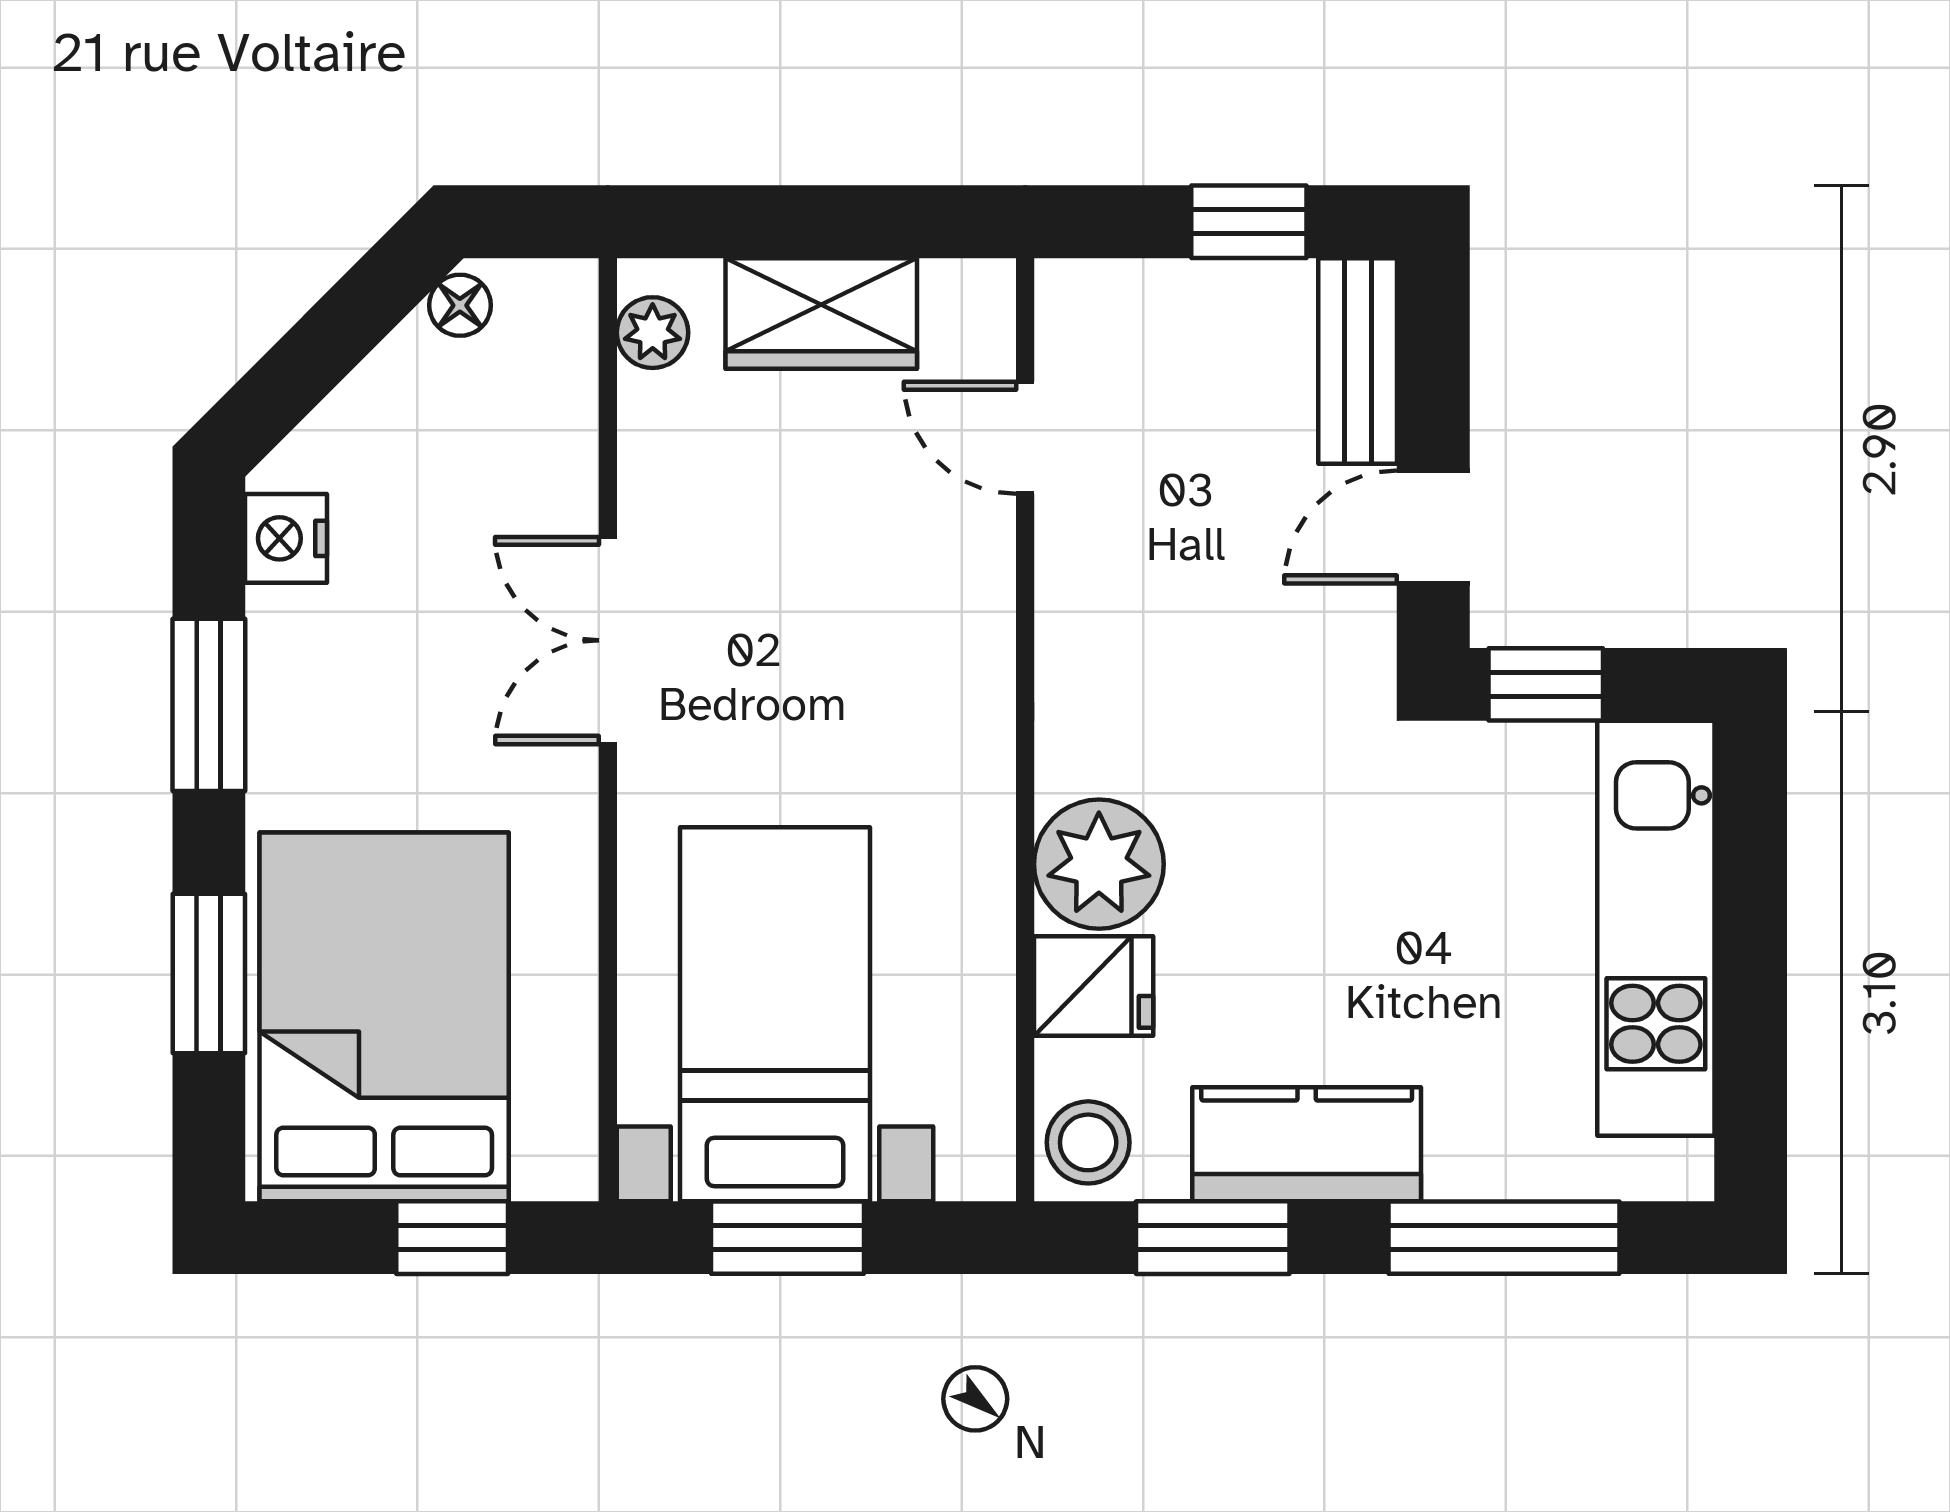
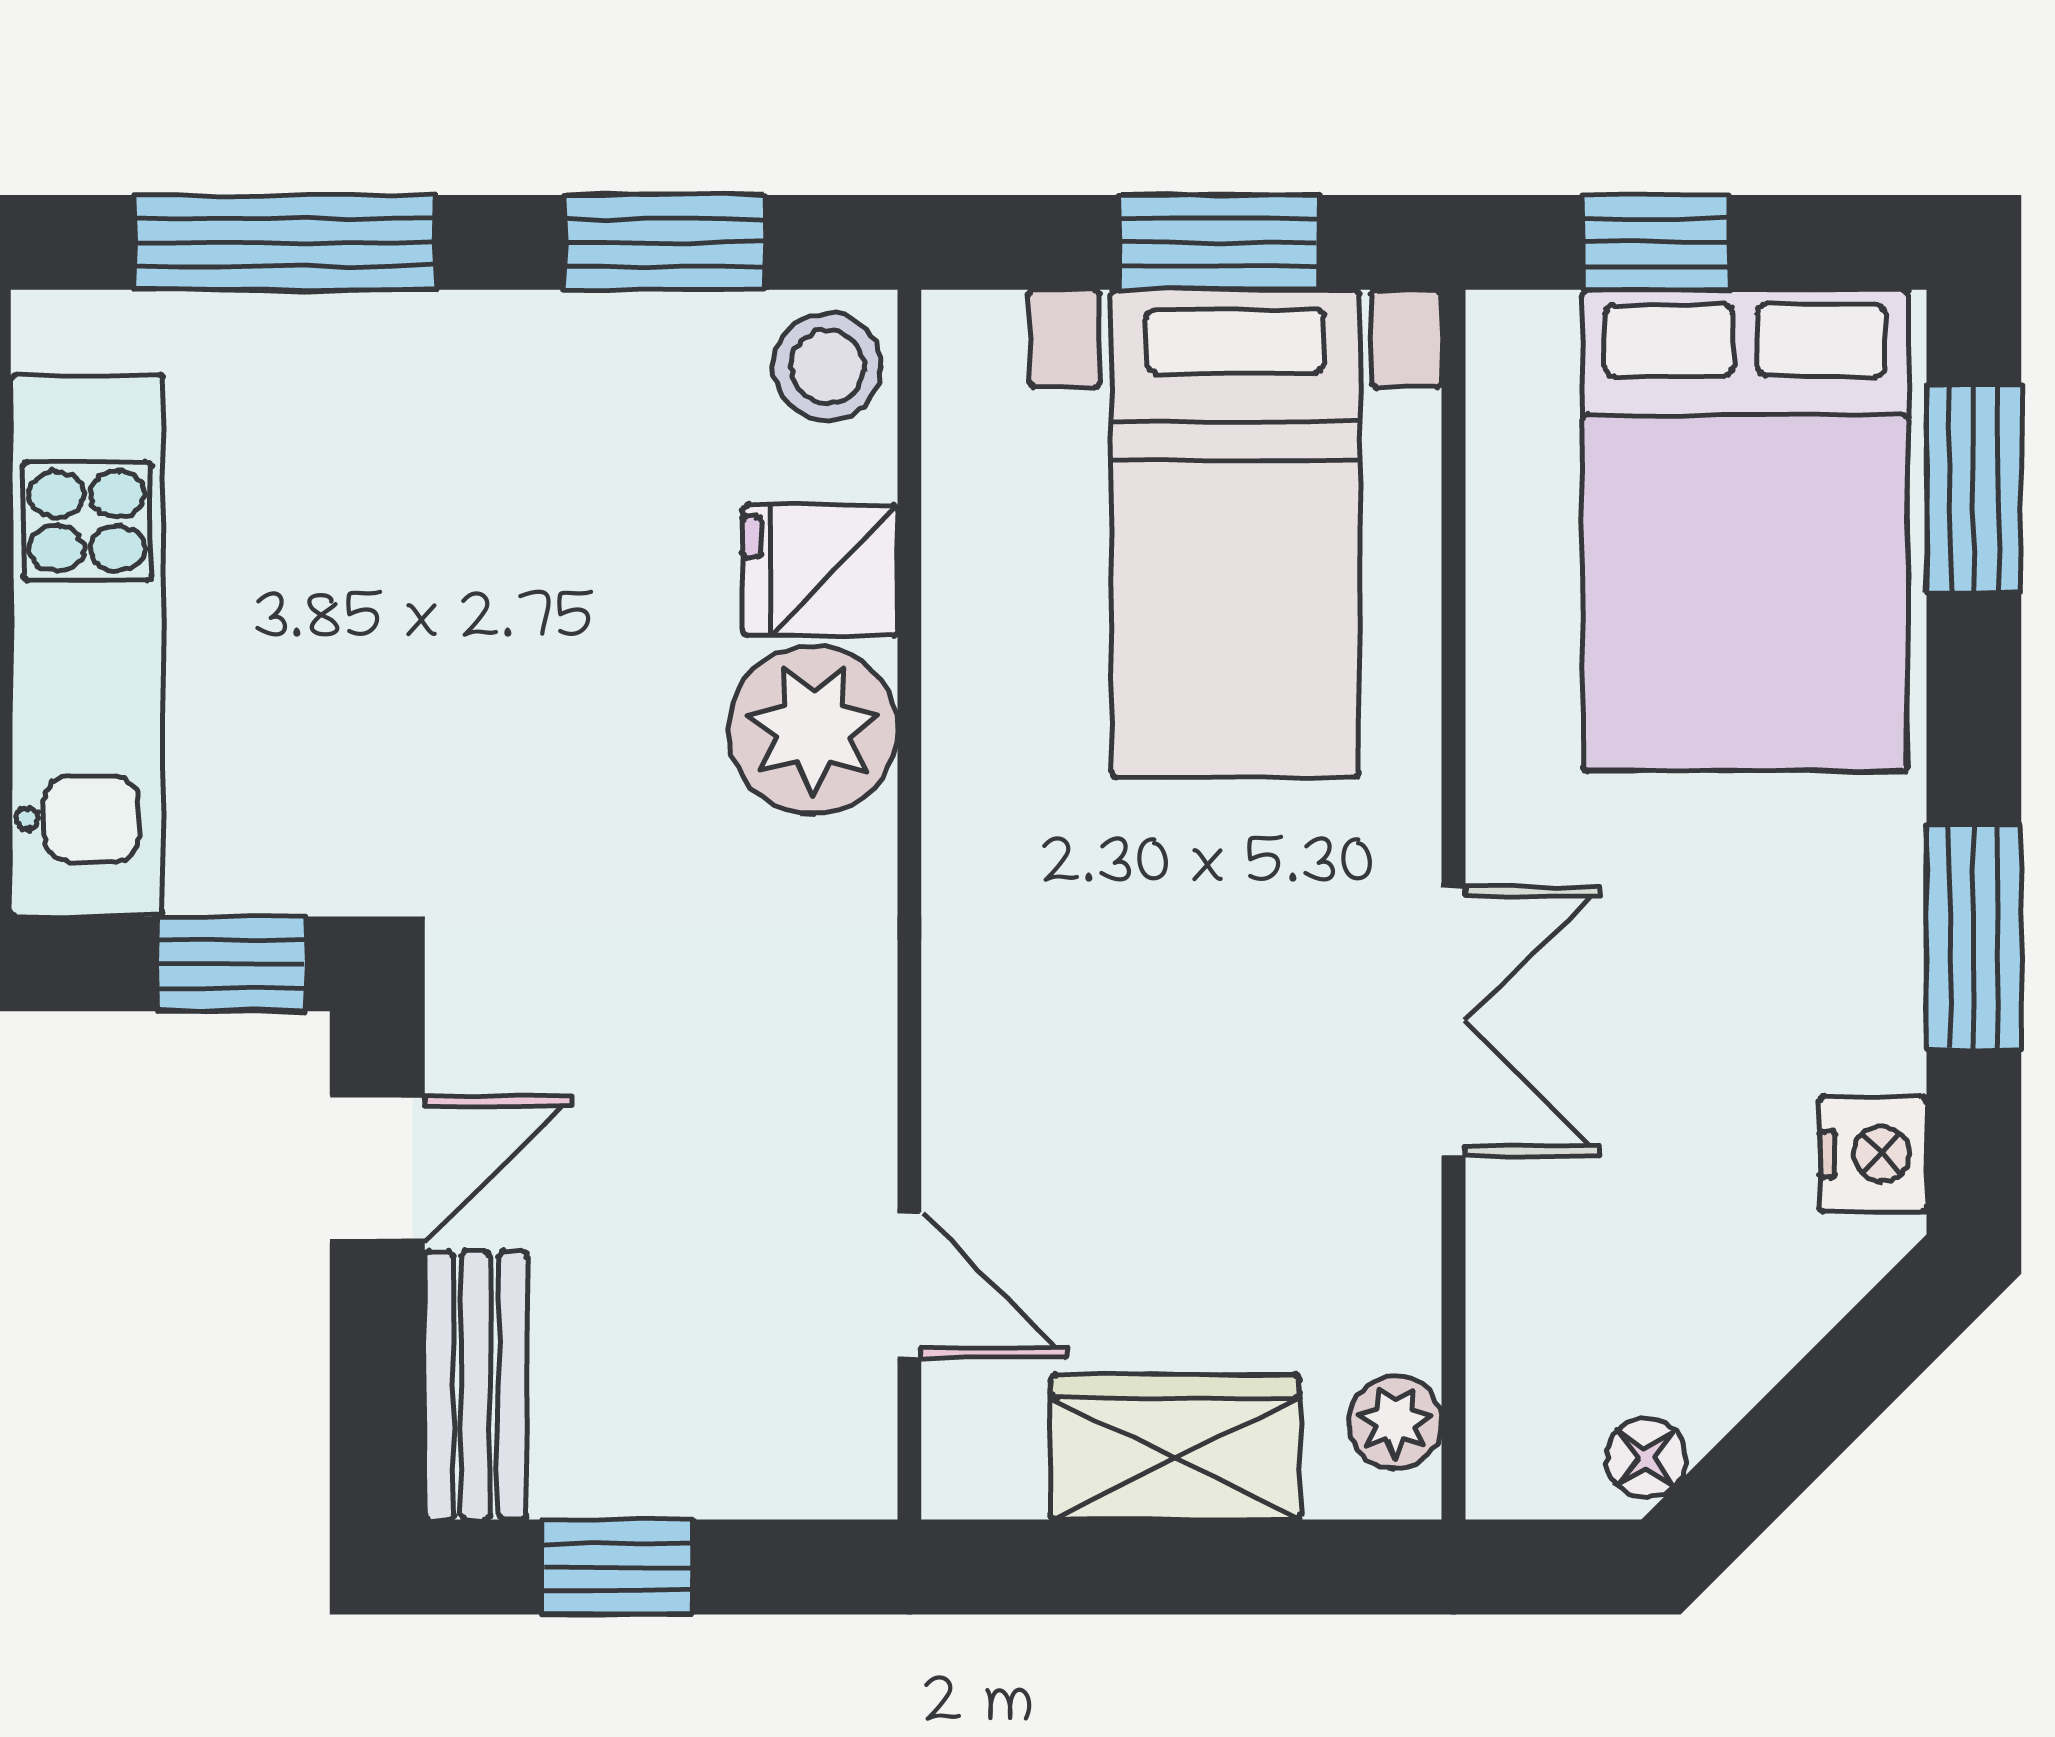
window: (209, 974) -> (1974, 488), moved
kitchen counter: (1307, 1144) -> (542, 364), removed

